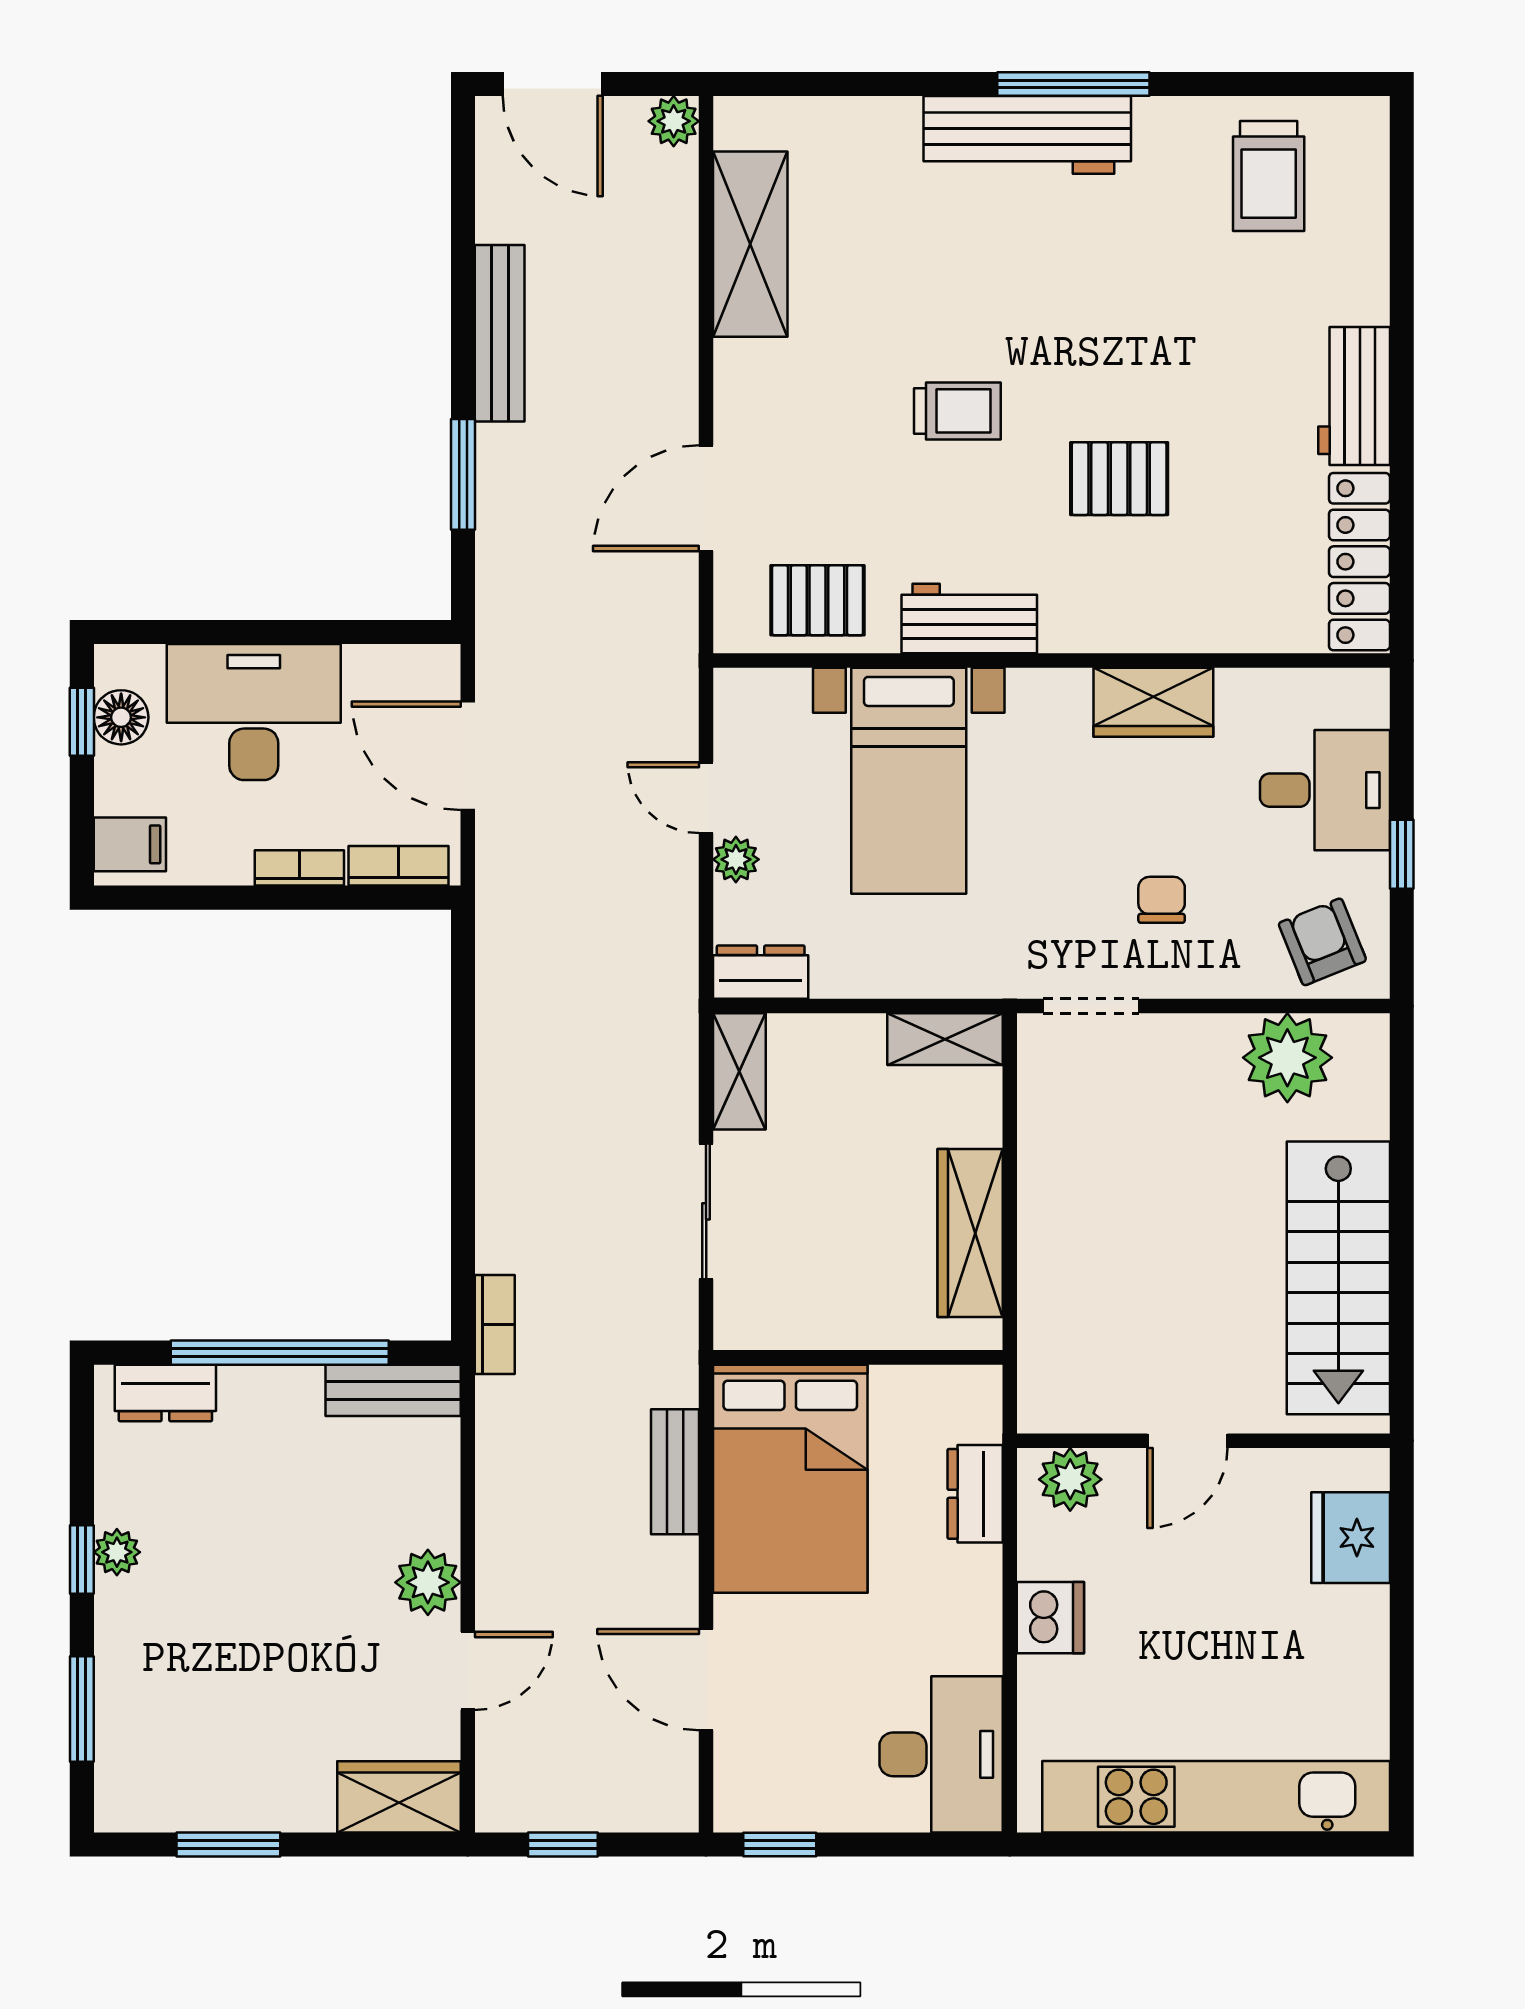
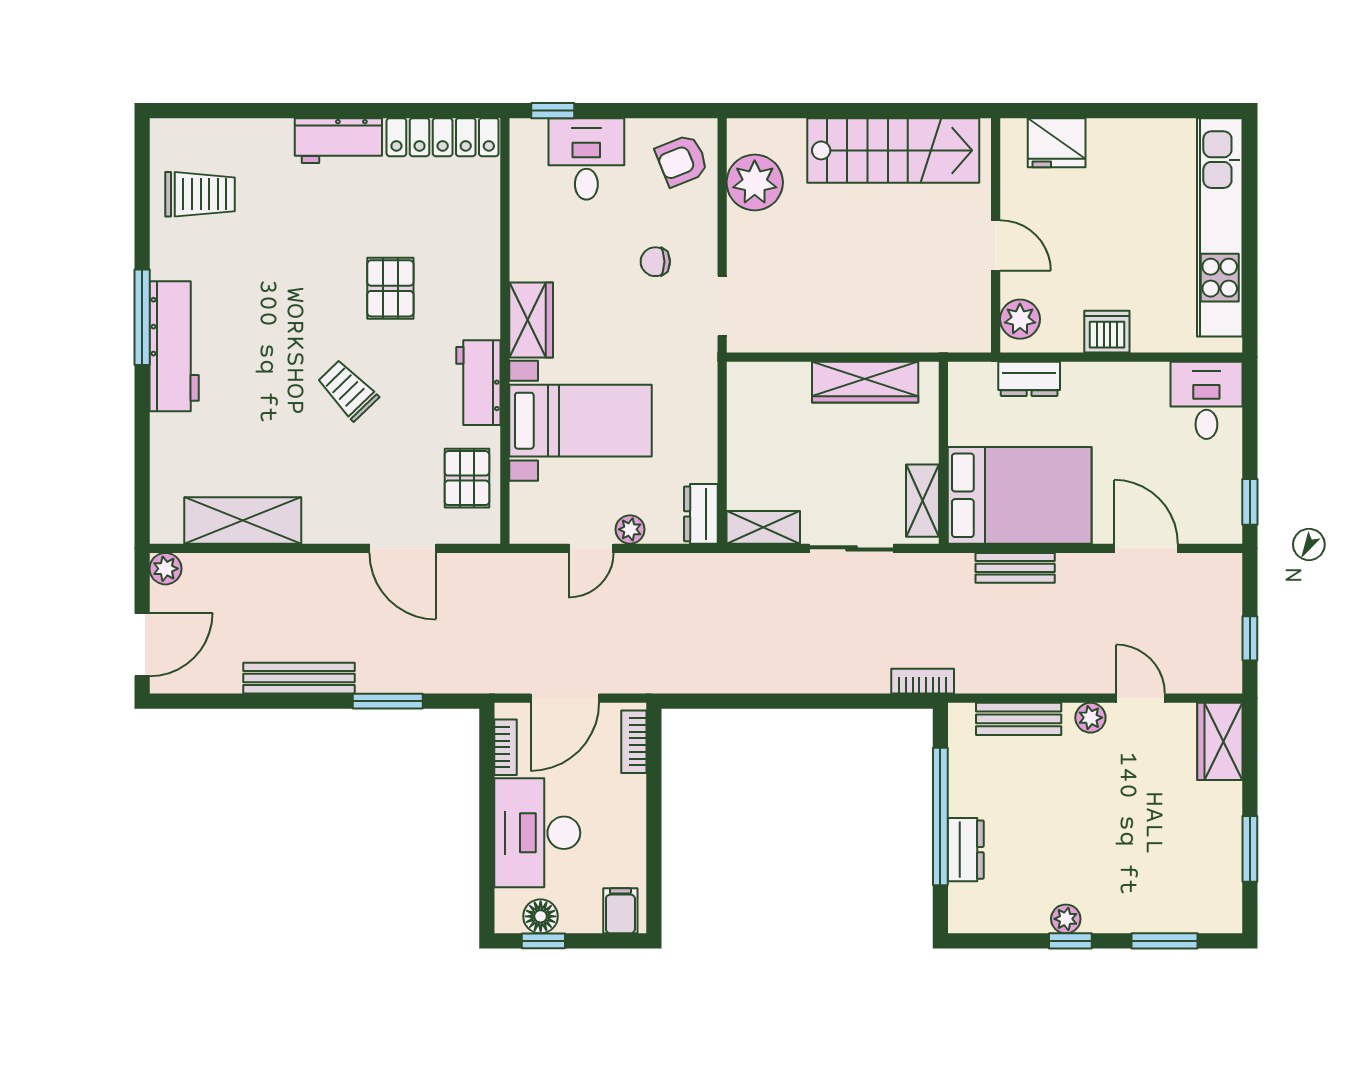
trolley: (957, 411) -> (348, 390), turned -44
wardrobe: (1153, 702) -> (531, 320), moved
window: (1402, 854) -> (553, 111), moved
bookcase: (299, 868) -> (506, 747), moved, turned 180
shelving: (945, 1039) -> (922, 501), moved
bench: (393, 1390) -> (1019, 719), moved, turned 90
dresser: (165, 1393) -> (966, 850), moved
plant: (428, 1582) -> (1090, 718), width x0.73, depth x0.73
door: (706, 1680) -> (1146, 548), swing flipped
desk: (941, 1754) -> (1206, 400), width x0.73

